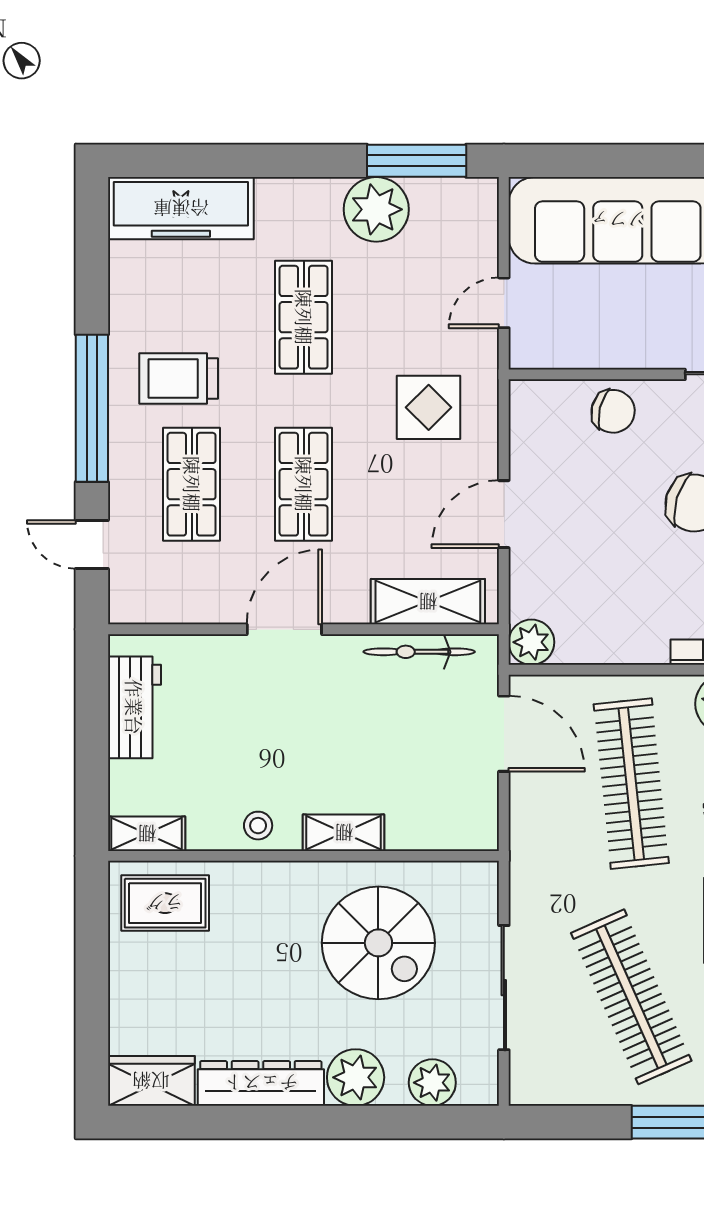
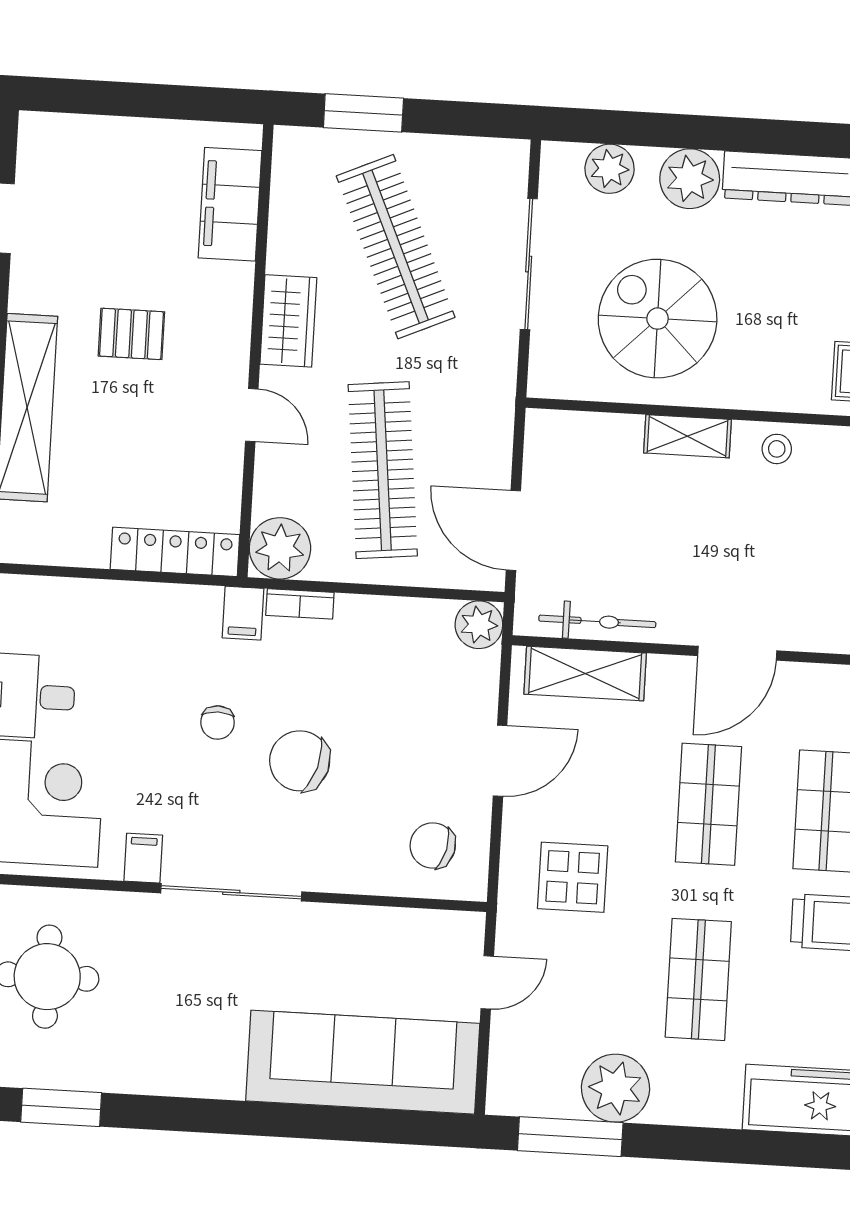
chair: (613, 411) -> (433, 846), moved

